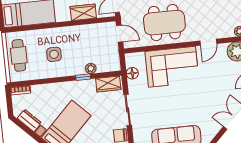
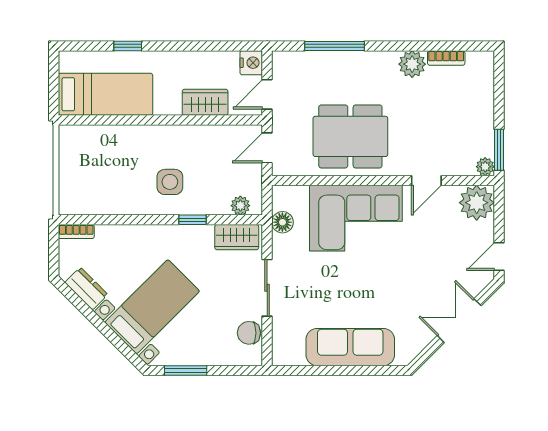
door: (120, 34) -> (267, 148), swing flipped
side table: (54, 54) -> (170, 182), moved
cafe table: (19, 55) -> (80, 168), removed
plant: (91, 68) -> (240, 206), moved

